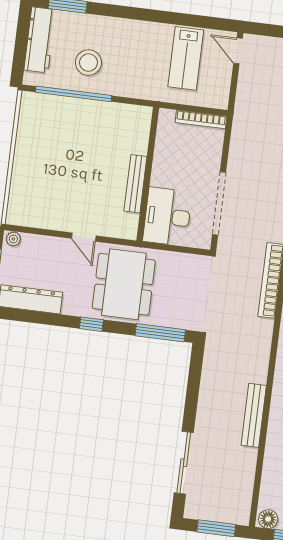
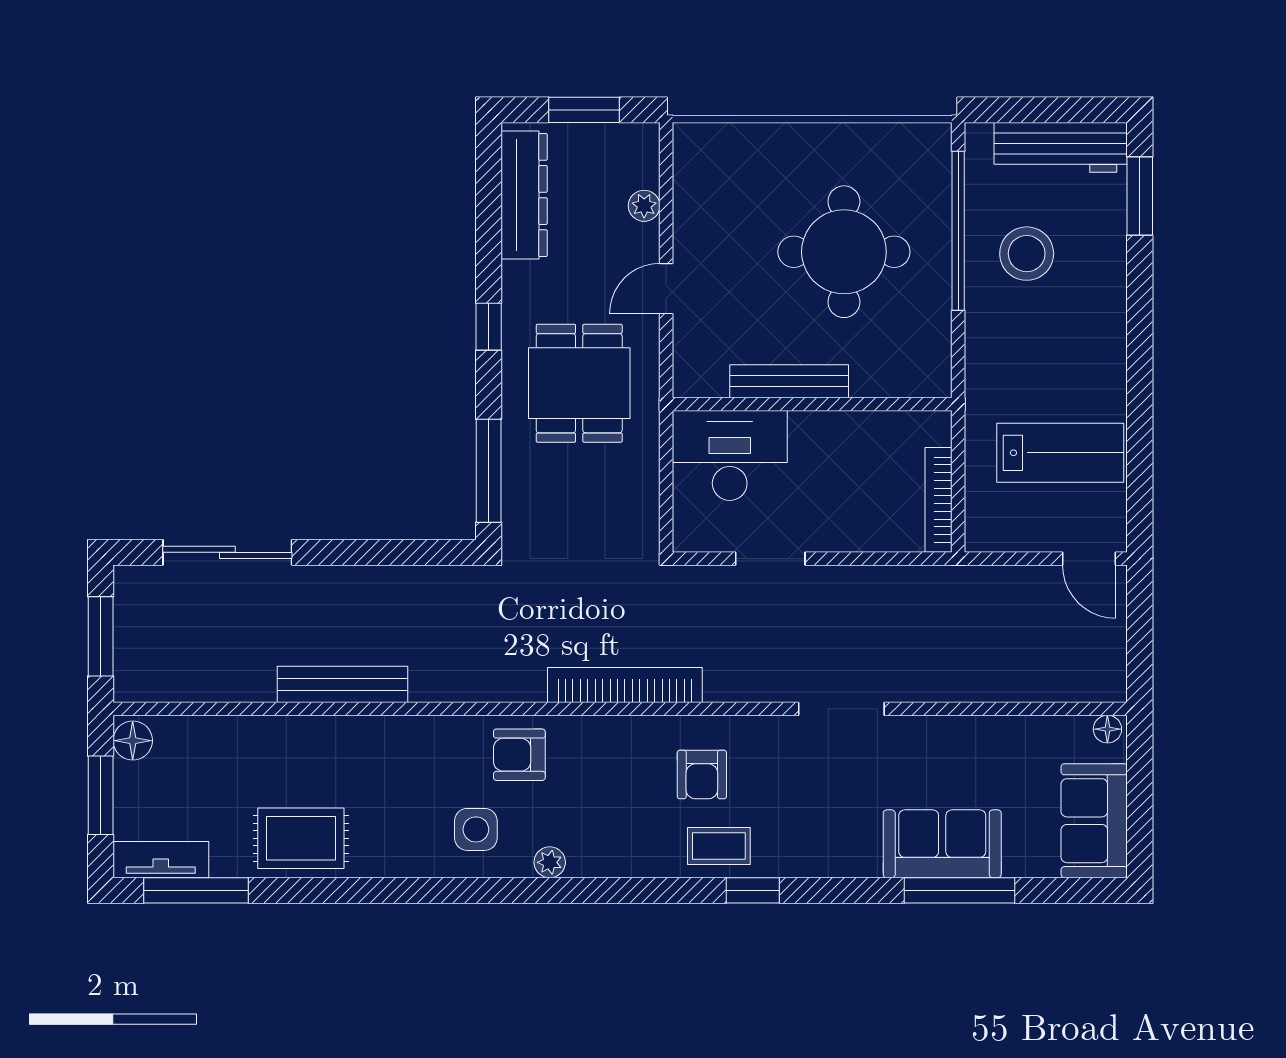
door: (238, 51) -> (1089, 559), swing flipped
lab bench: (186, 58) -> (1060, 453), turned 180
round table: (77, 150) -> (844, 252), added
doorway: (219, 203) -> (770, 559), width x0.53
plant: (13, 239) -> (644, 206), moved
dining table: (124, 284) -> (579, 383), width x0.73

